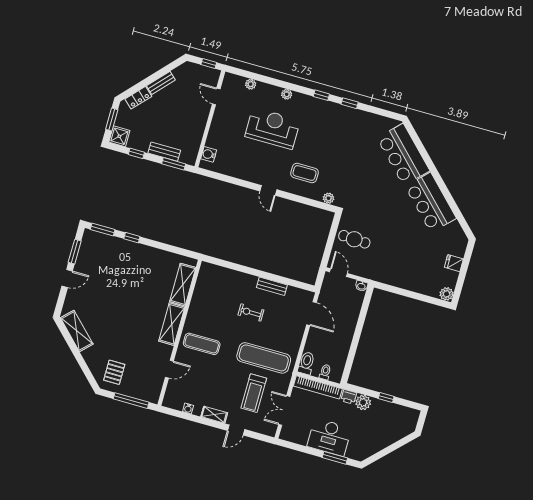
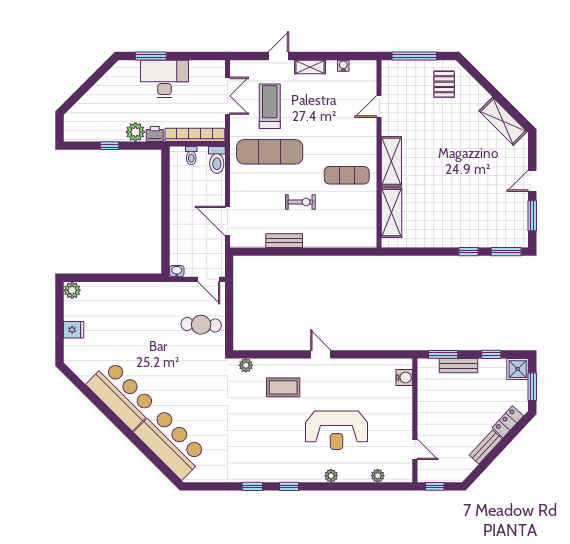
exercise mat: (202, 344) -> (347, 175), moved

